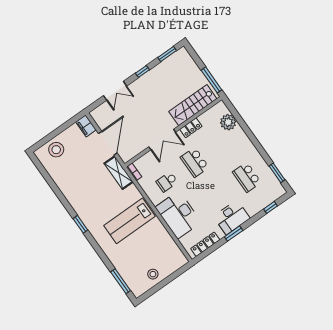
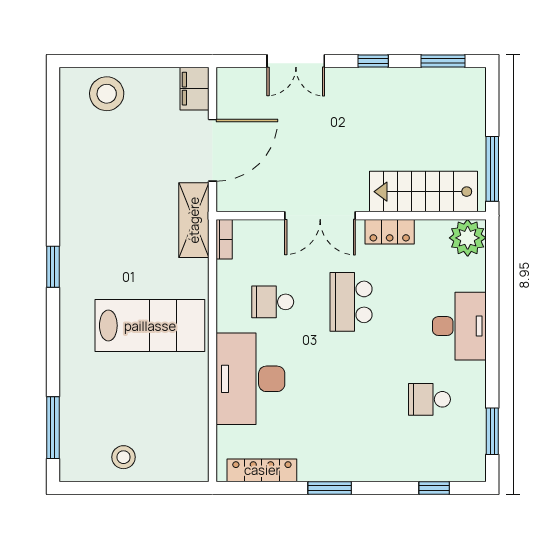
plant: (228, 122) -> (468, 238), moved
school desk: (247, 177) -> (429, 399), width x0.54
desk: (232, 217) -> (459, 326), moved, turned -90
lab bench: (129, 221) -> (150, 326), turned 180

